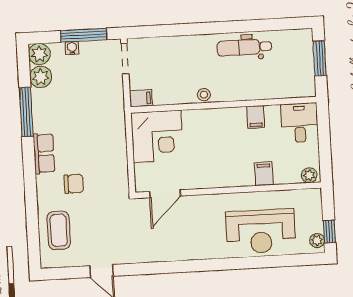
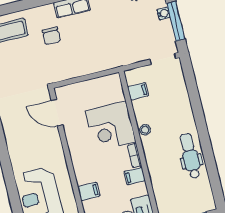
filing cabinet: (141, 98) -> (138, 91), moved, turned -90
bookcase: (232, 113) -> (134, 155), added
corner desk: (157, 136) -> (110, 126), moved

